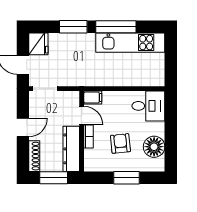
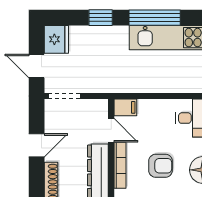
window: (73, 27) -> (101, 18), width x0.67
bookcase: (89, 137) -> (120, 165), width x1.56
armchair: (120, 143) -> (161, 166), turned 96

